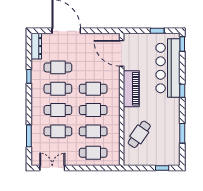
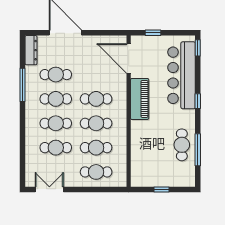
window: (157, 31) -> (153, 33), moved
window: (29, 76) -> (23, 85), width x2.17
window: (182, 133) -> (198, 150), width x1.44
cafe table: (139, 134) -> (182, 145), moved, turned -35
window: (29, 136) -> (23, 153), removed
window: (162, 168) -> (161, 189), moved

